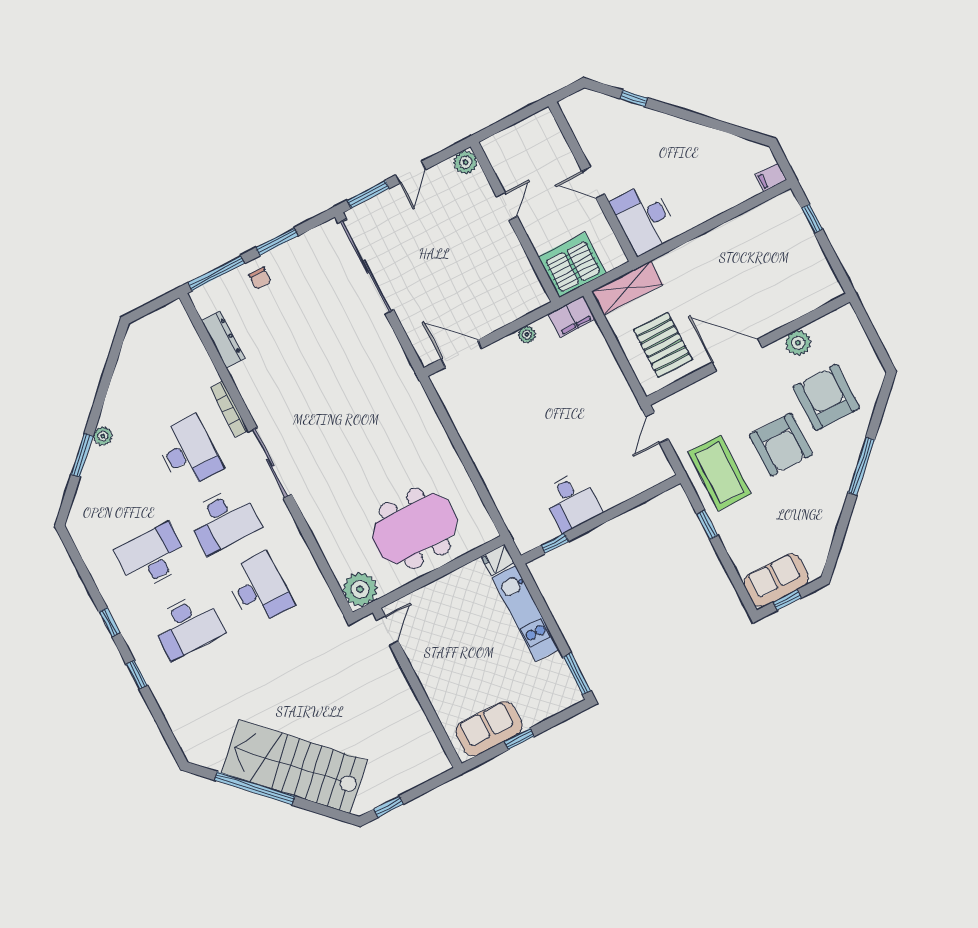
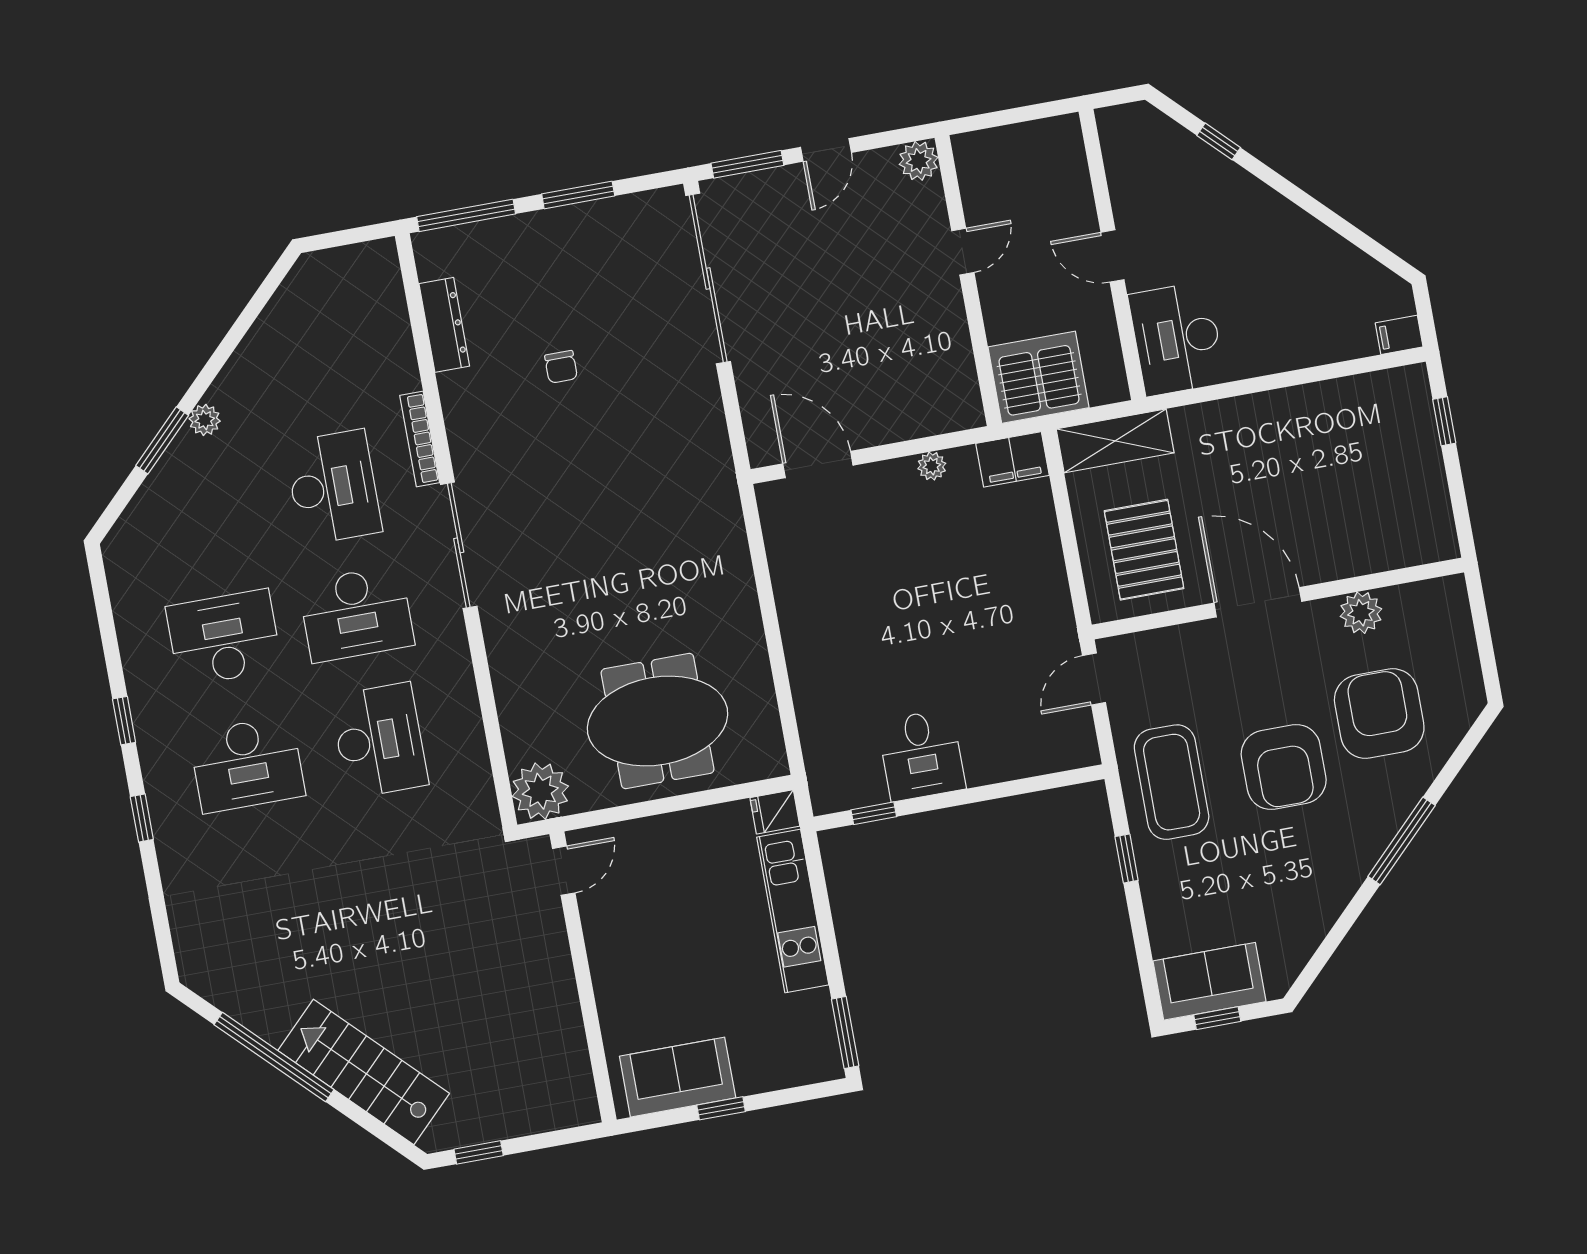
chair: (260, 278) -> (561, 367), moved
stairs: (294, 766) -> (364, 1072), width x0.73, depth x0.66

